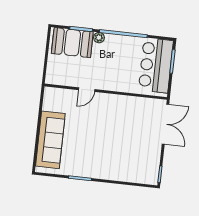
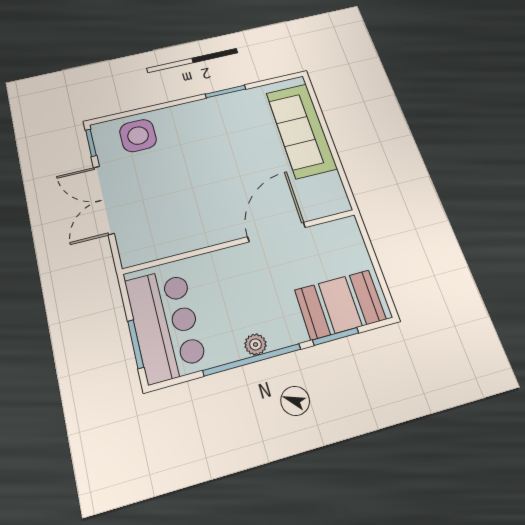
plant: (99, 38) -> (256, 344), moved
door: (87, 90) -> (276, 232), width x1.88
double door: (165, 124) -> (104, 200), moved
side table: (135, 169) -> (138, 136), added

